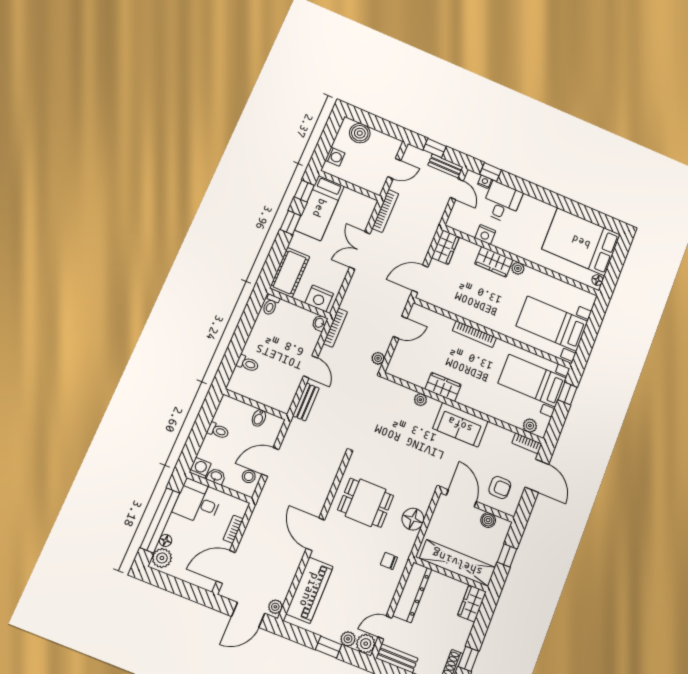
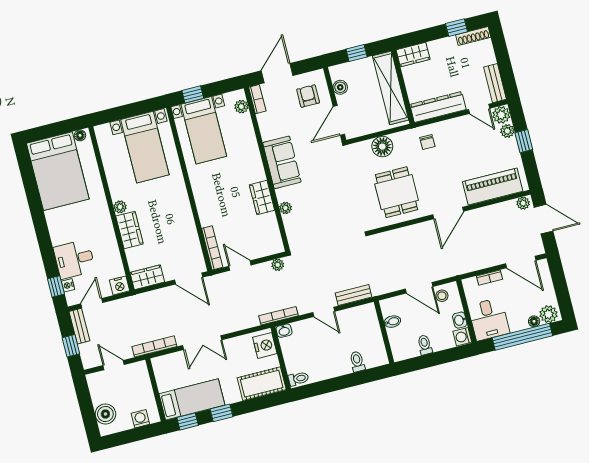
nightstand: (485, 234) -> (119, 285), moved, turned 90
bookcase: (474, 334) -> (212, 248), moved
door: (310, 367) -> (324, 312), swing flipped

